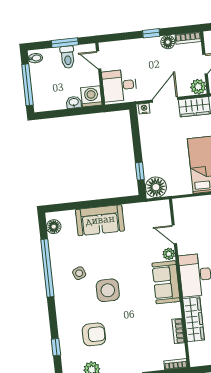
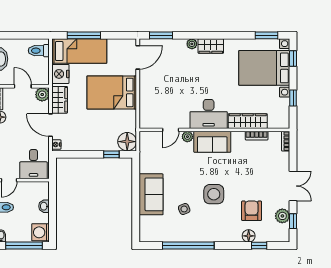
washing machine: (91, 96) -> (40, 232), moved
floor lamp: (54, 227) -> (249, 236), moved
side table: (79, 273) -> (184, 209), moved

